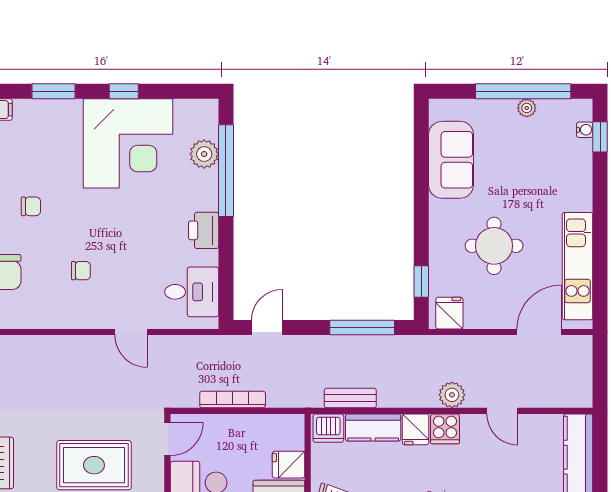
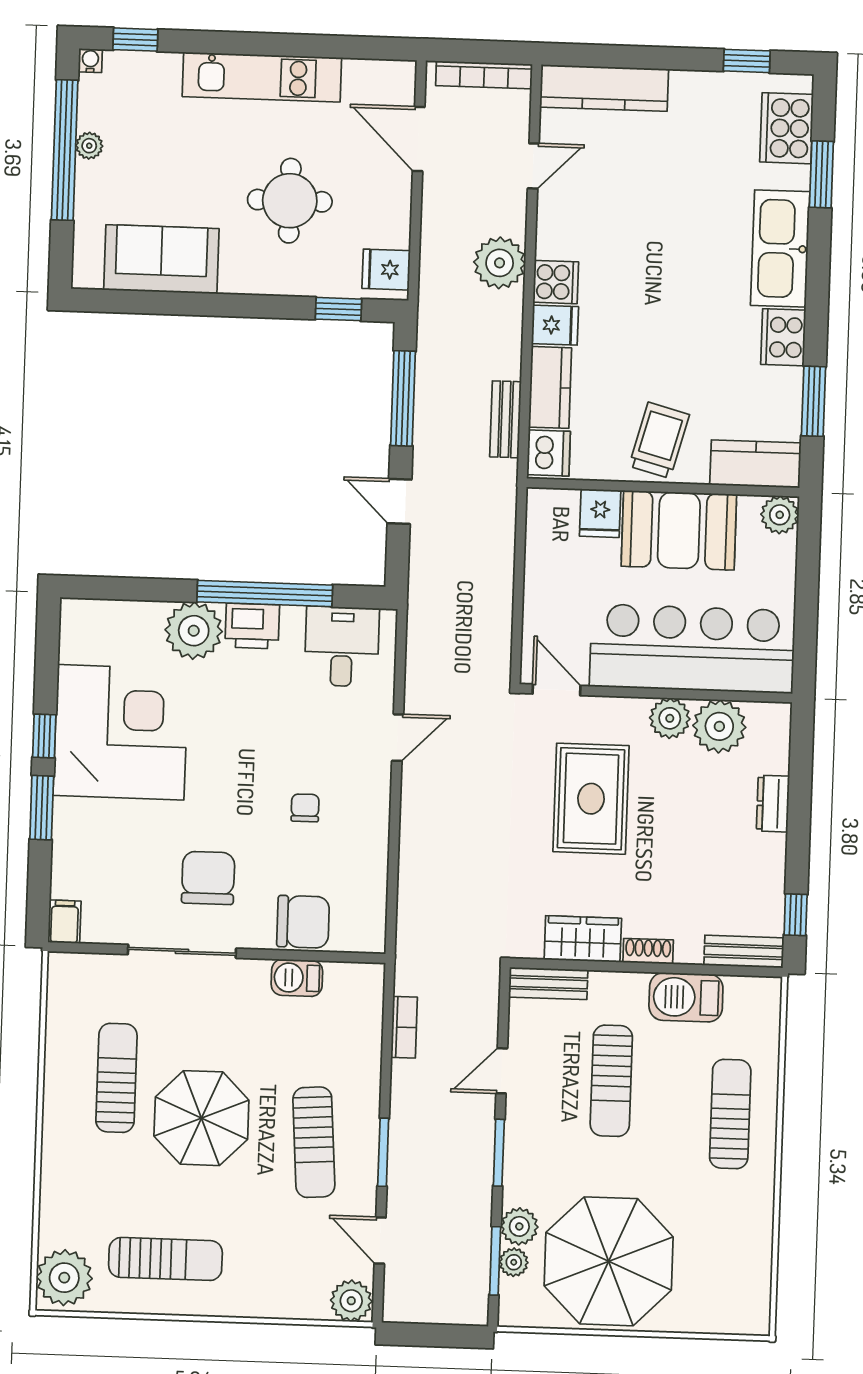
window: (54, 91) -> (42, 808), moved
water cooler: (585, 130) -> (90, 61), moved
plant: (204, 154) -> (194, 631), moved, width x1.36, depth x1.36
window: (226, 171) -> (265, 594), moved
chair: (31, 206) -> (208, 878), width x1.87, depth x1.87
kitchen unit: (577, 266) -> (262, 77), moved
door: (267, 328) -> (399, 501), moved
plant: (452, 395) -> (500, 263), width x1.36, depth x1.36
bookcase: (233, 399) -> (484, 75), moved, turned -90
door: (502, 411) -> (533, 166), moved

